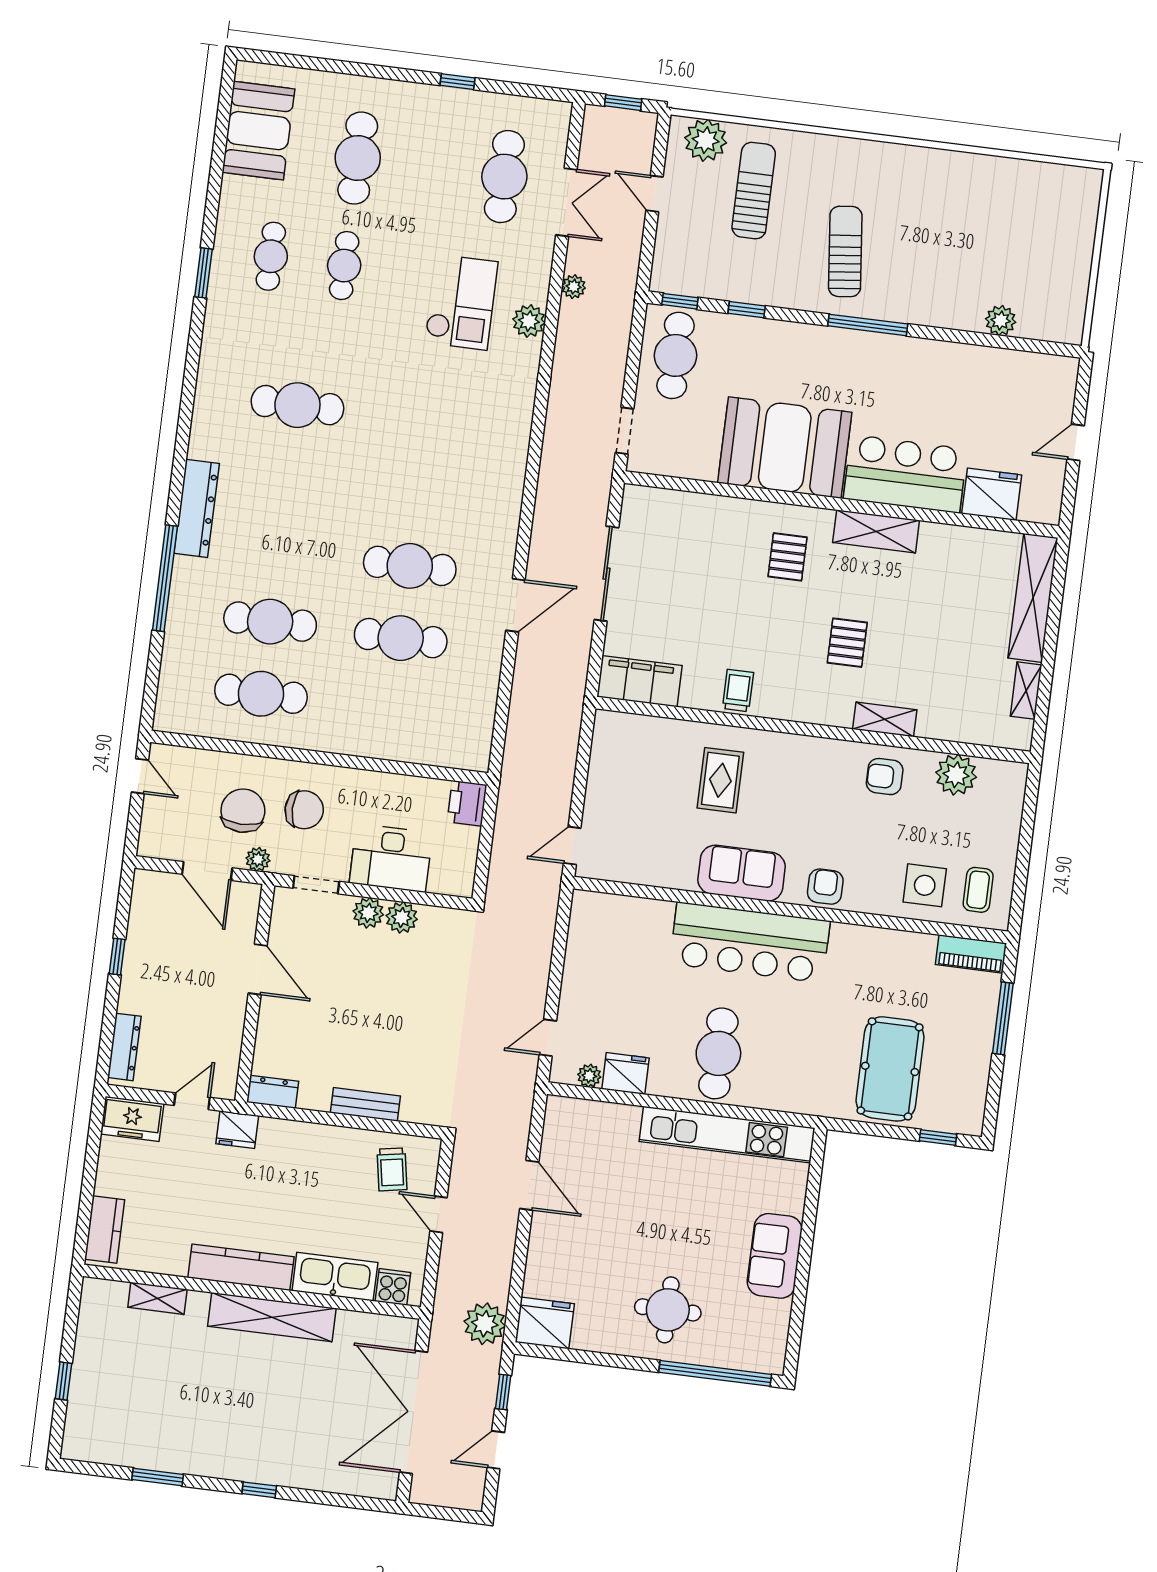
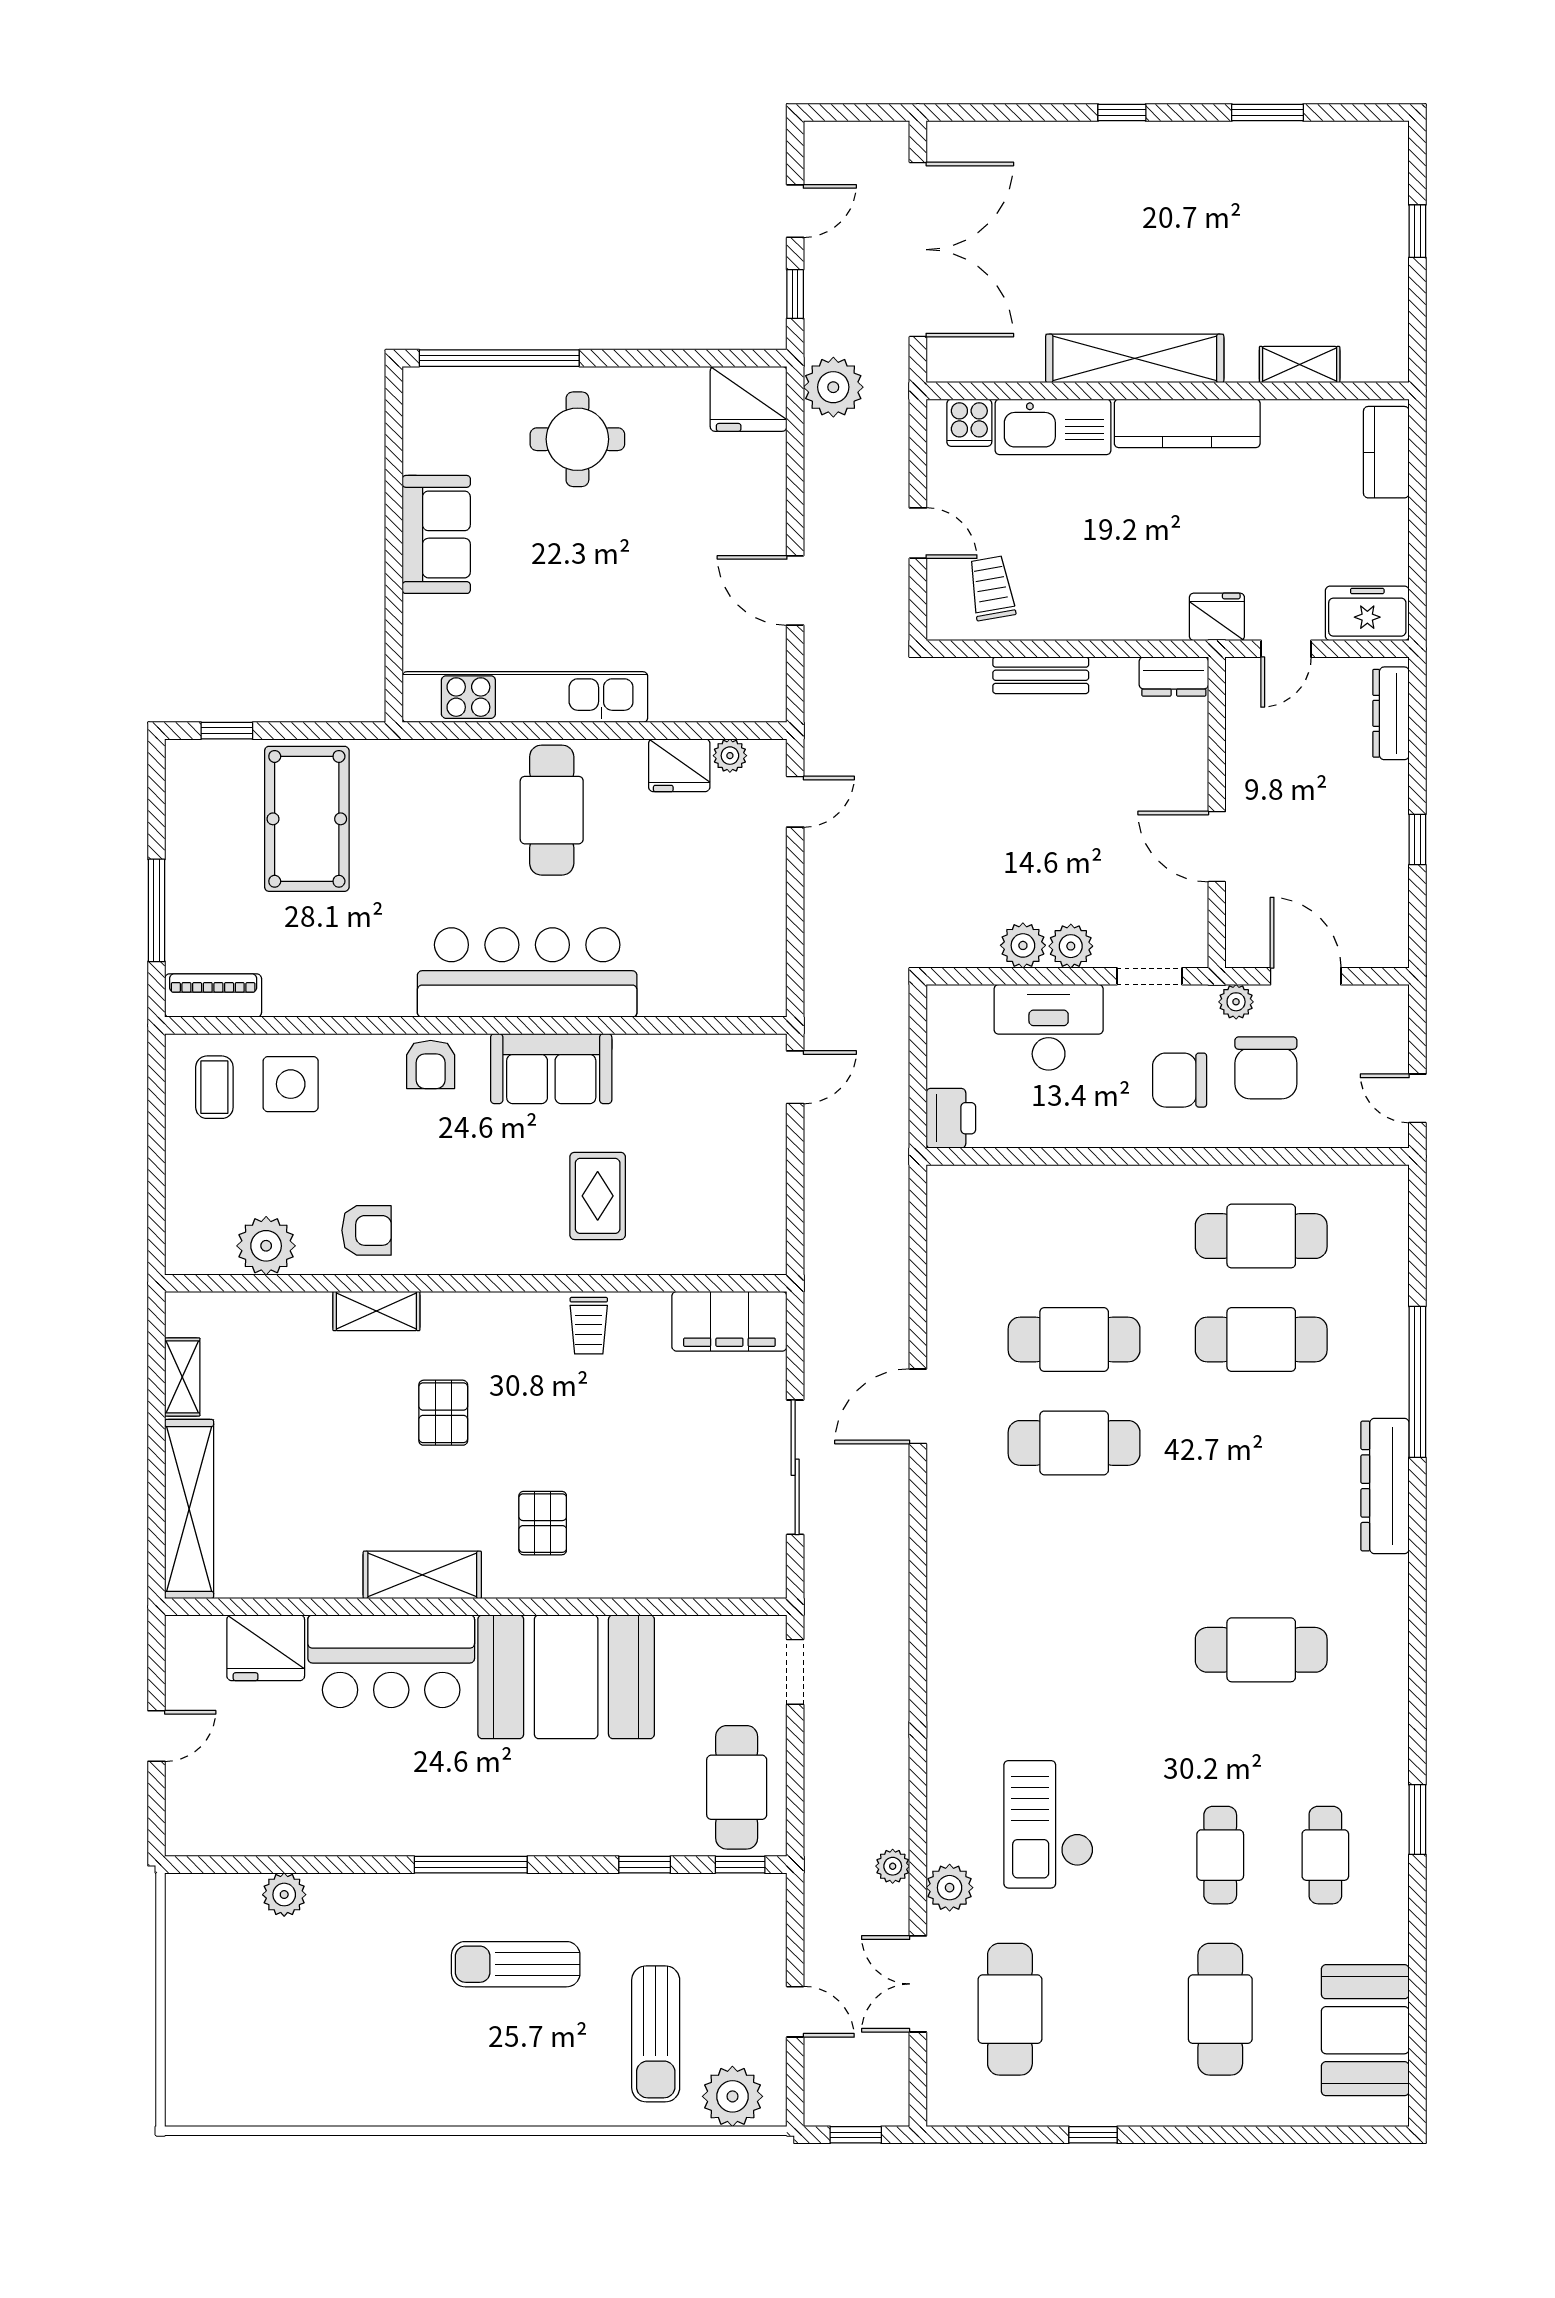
sun lounger: (845, 251) -> (516, 1964), turned 96
plant: (529, 321) -> (950, 1888), moved

